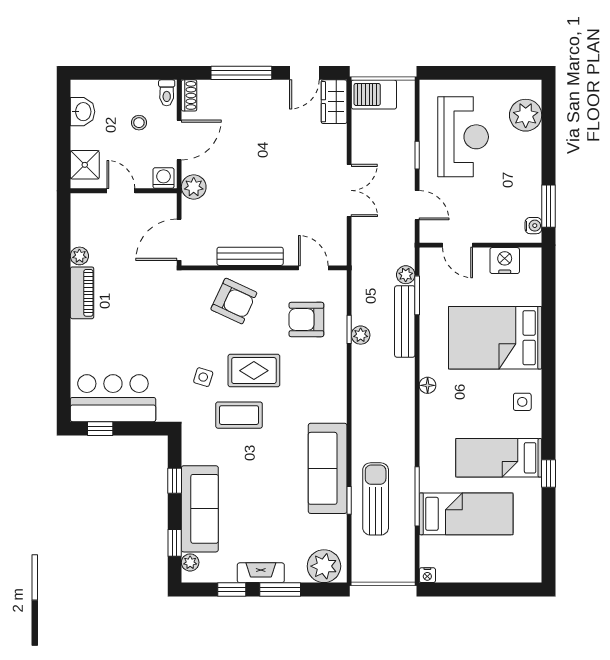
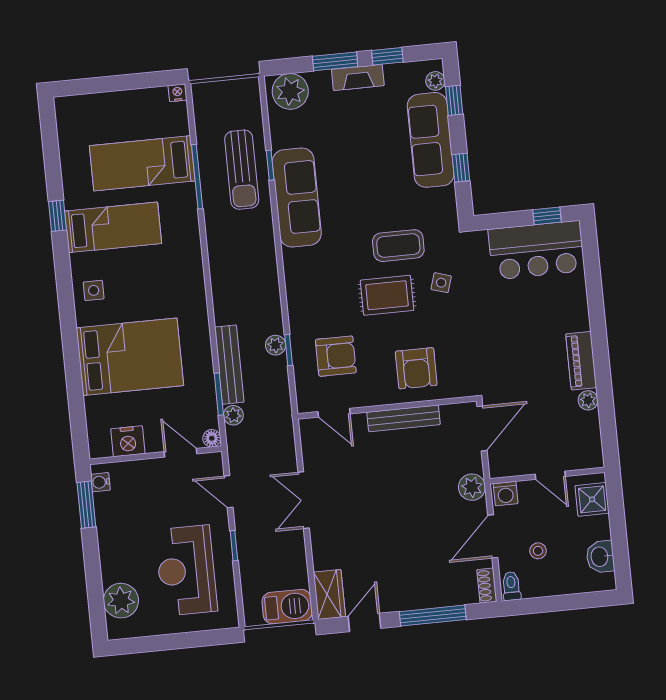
armchair: (234, 301) -> (416, 368), turned -115
floor lamp: (428, 385) -> (212, 438), moved

